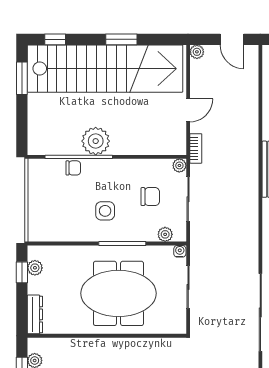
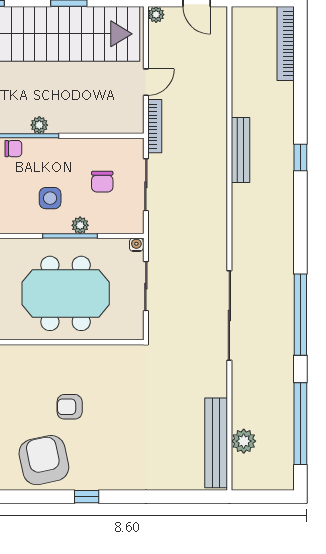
plant: (96, 141) -> (39, 125), width x0.53, depth x0.53
bookcase: (196, 148) -> (155, 126), width x1.56
plant: (179, 165) -> (136, 146), removed
chair: (150, 197) -> (102, 182), turned 90
plant: (165, 234) -> (80, 225), moved

